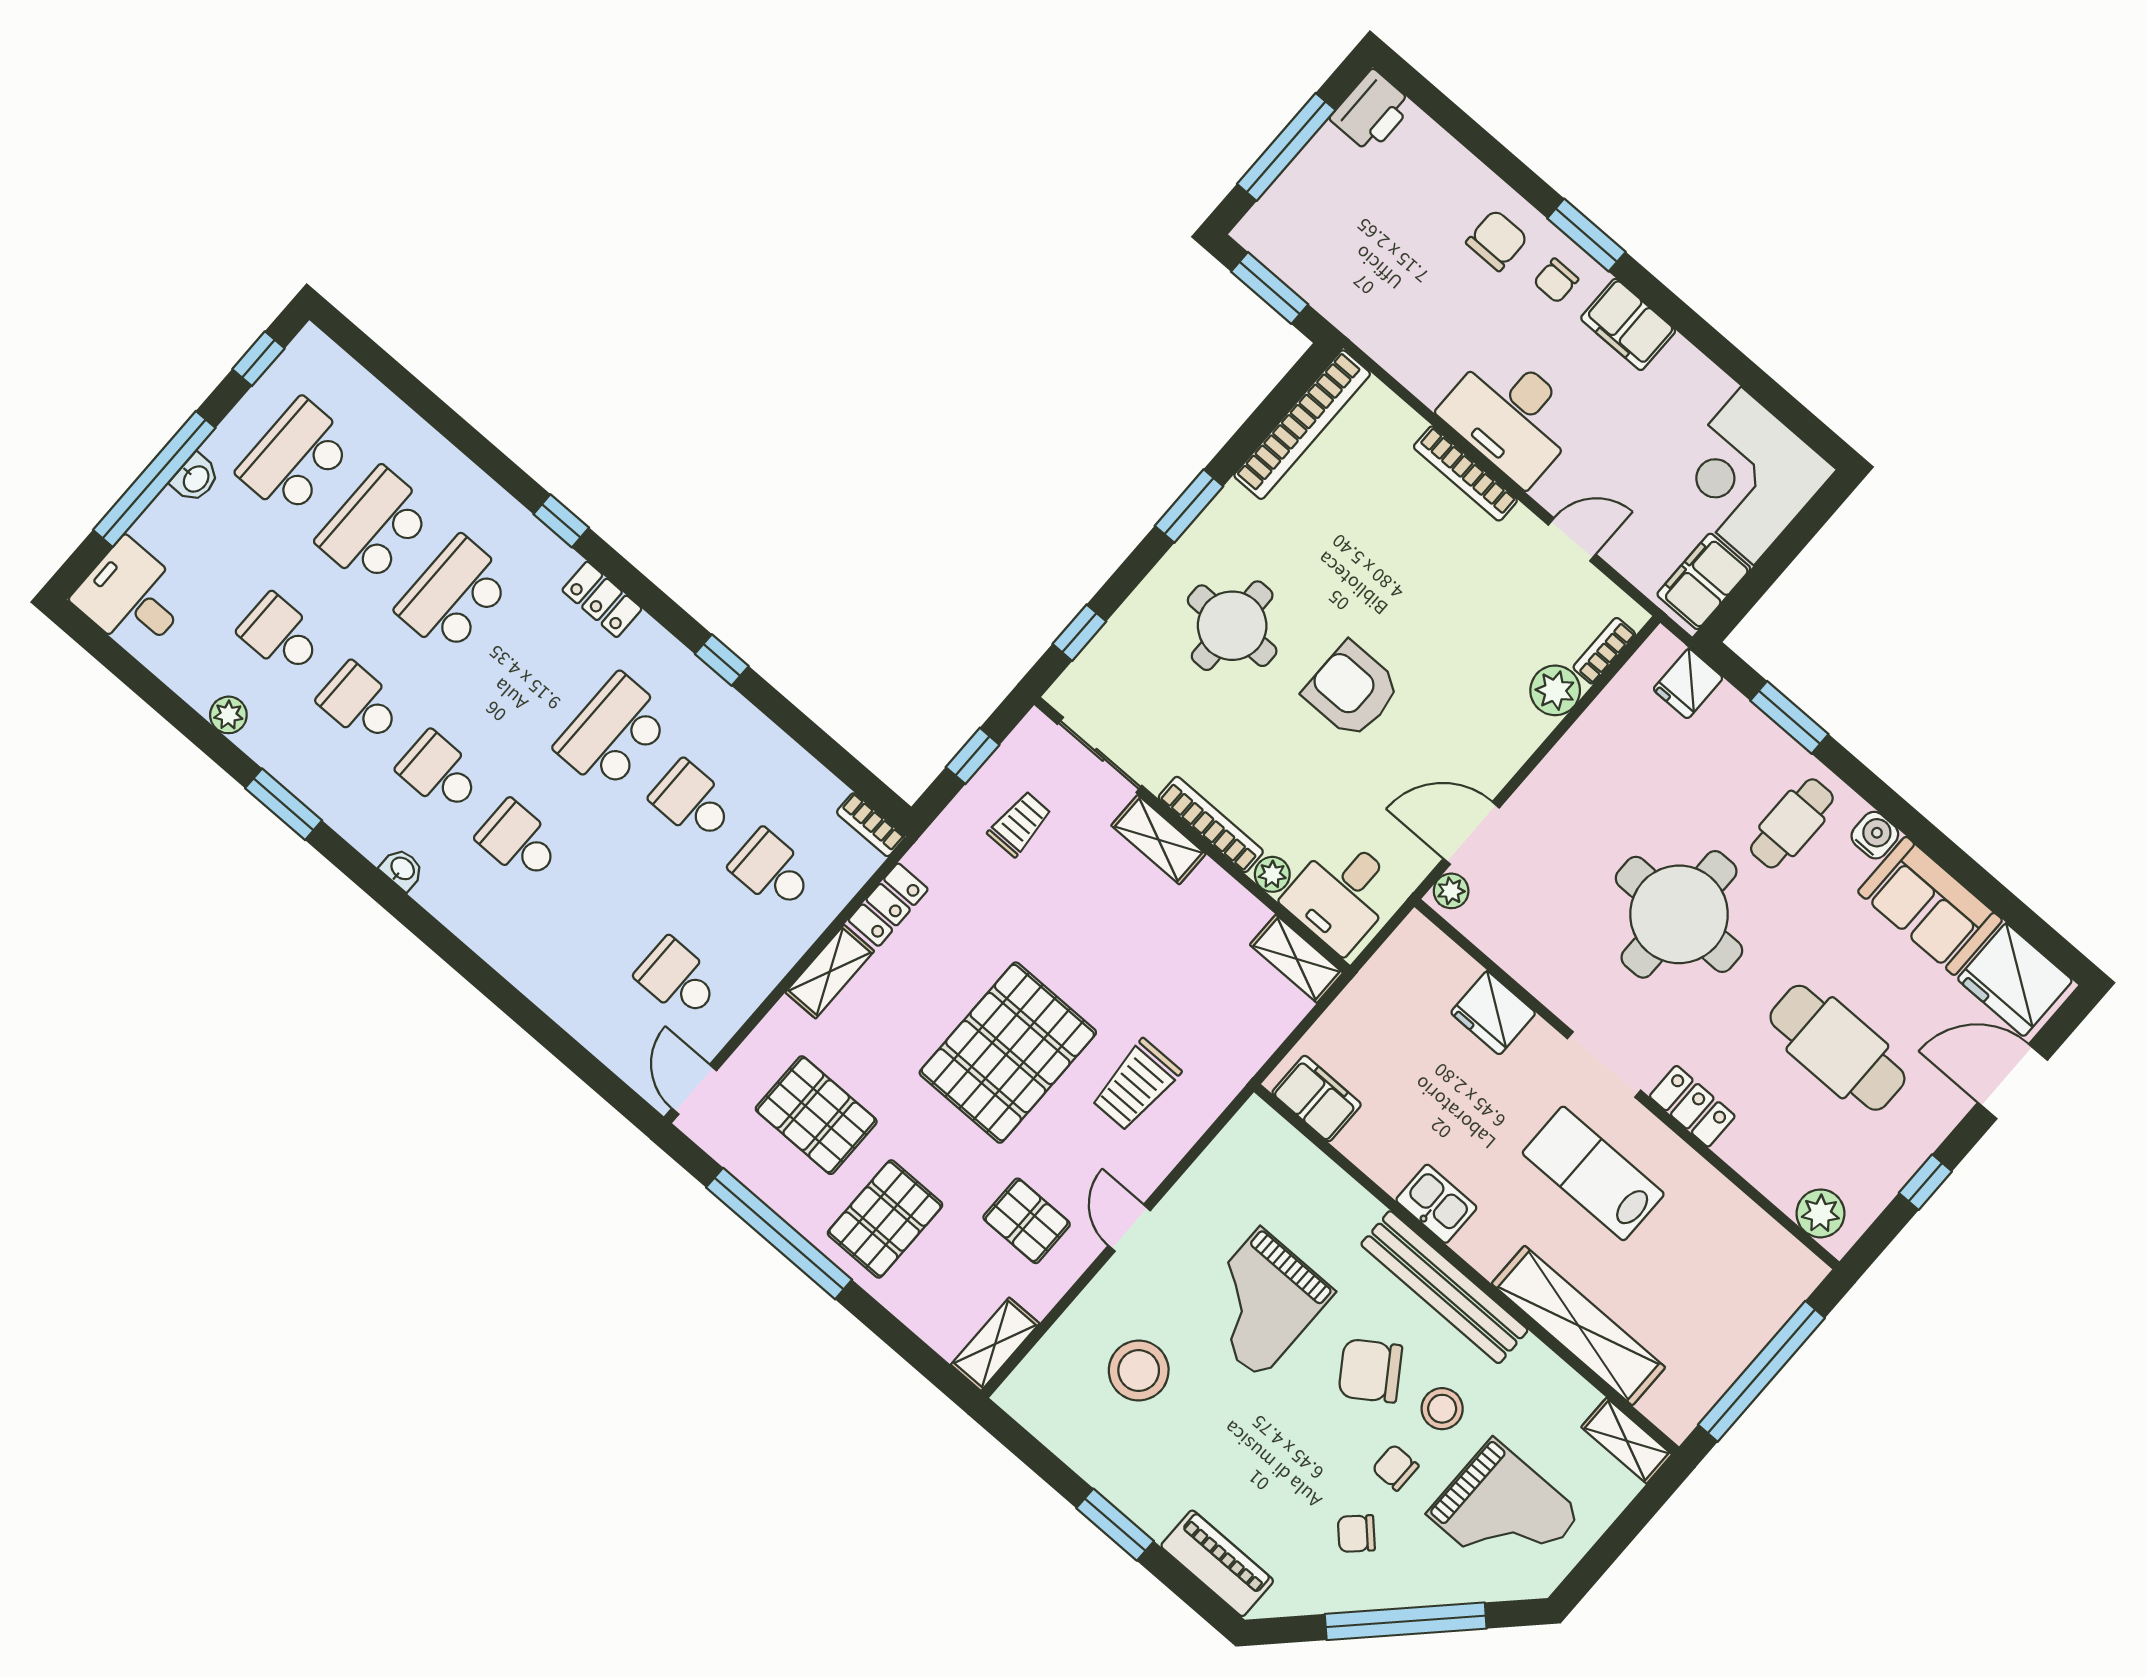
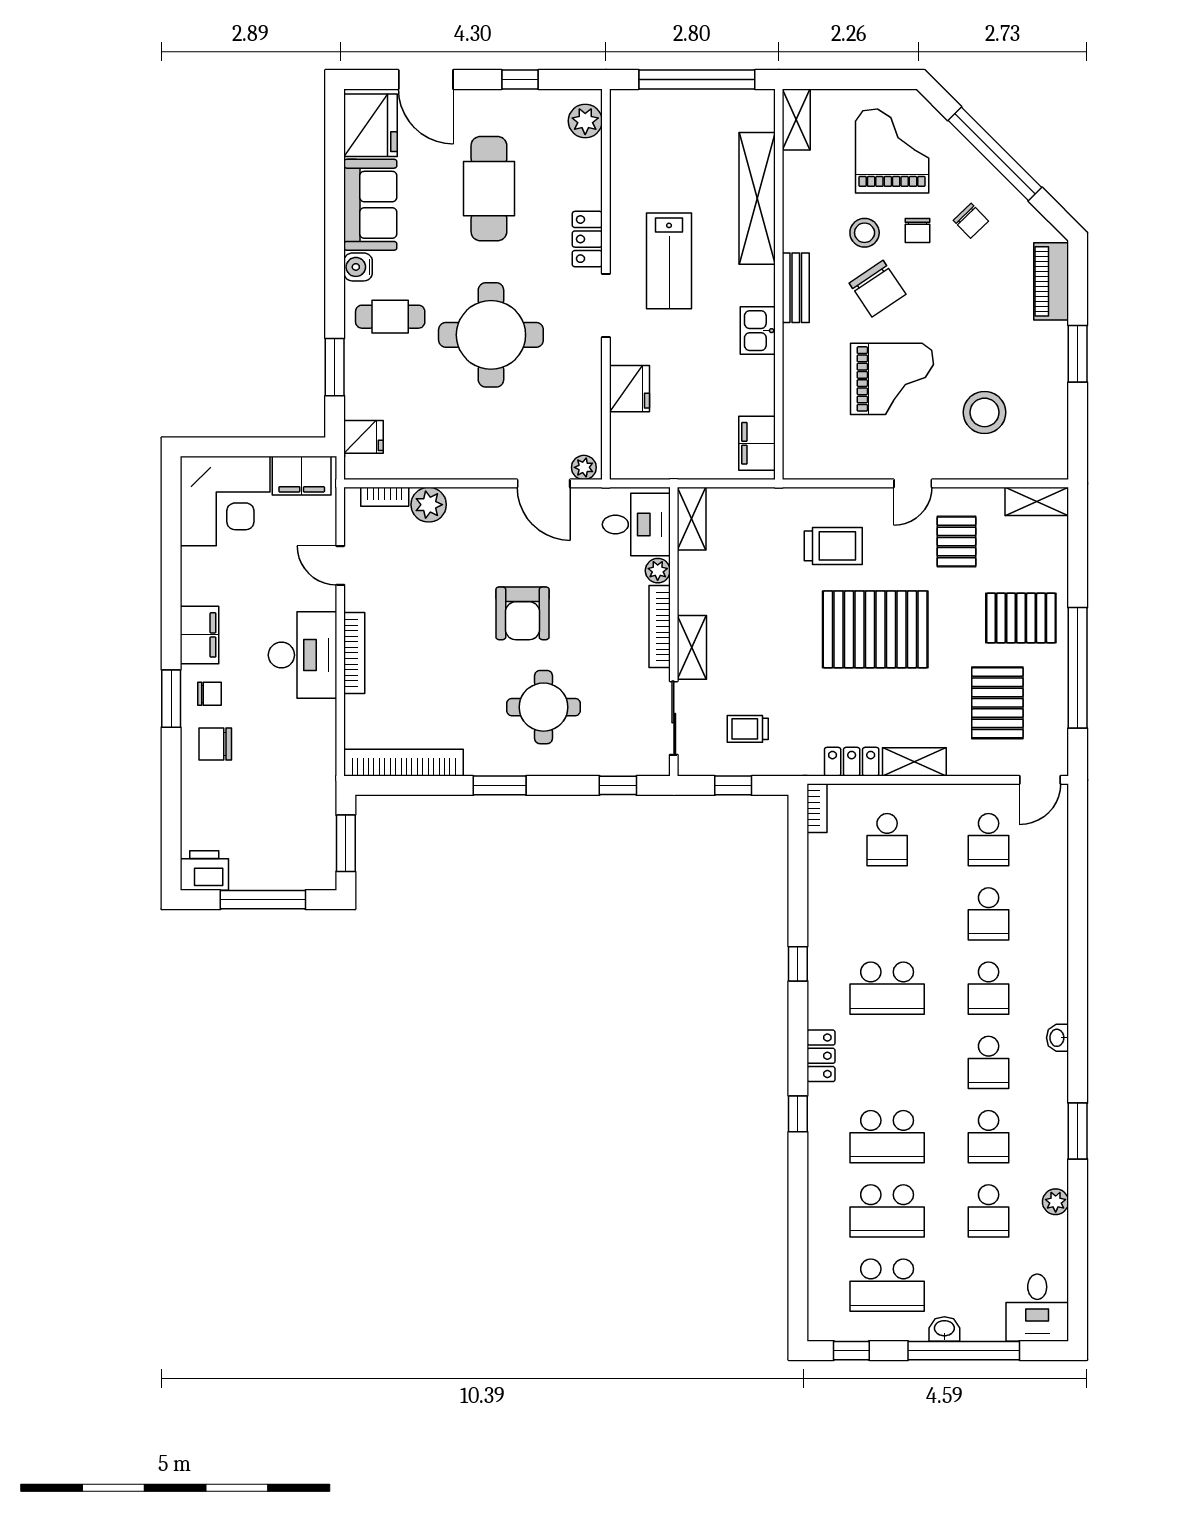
school desk: (692, 802) -> (989, 914), moved
bench: (1444, 1287) -> (796, 288), width x0.54, depth x0.82

